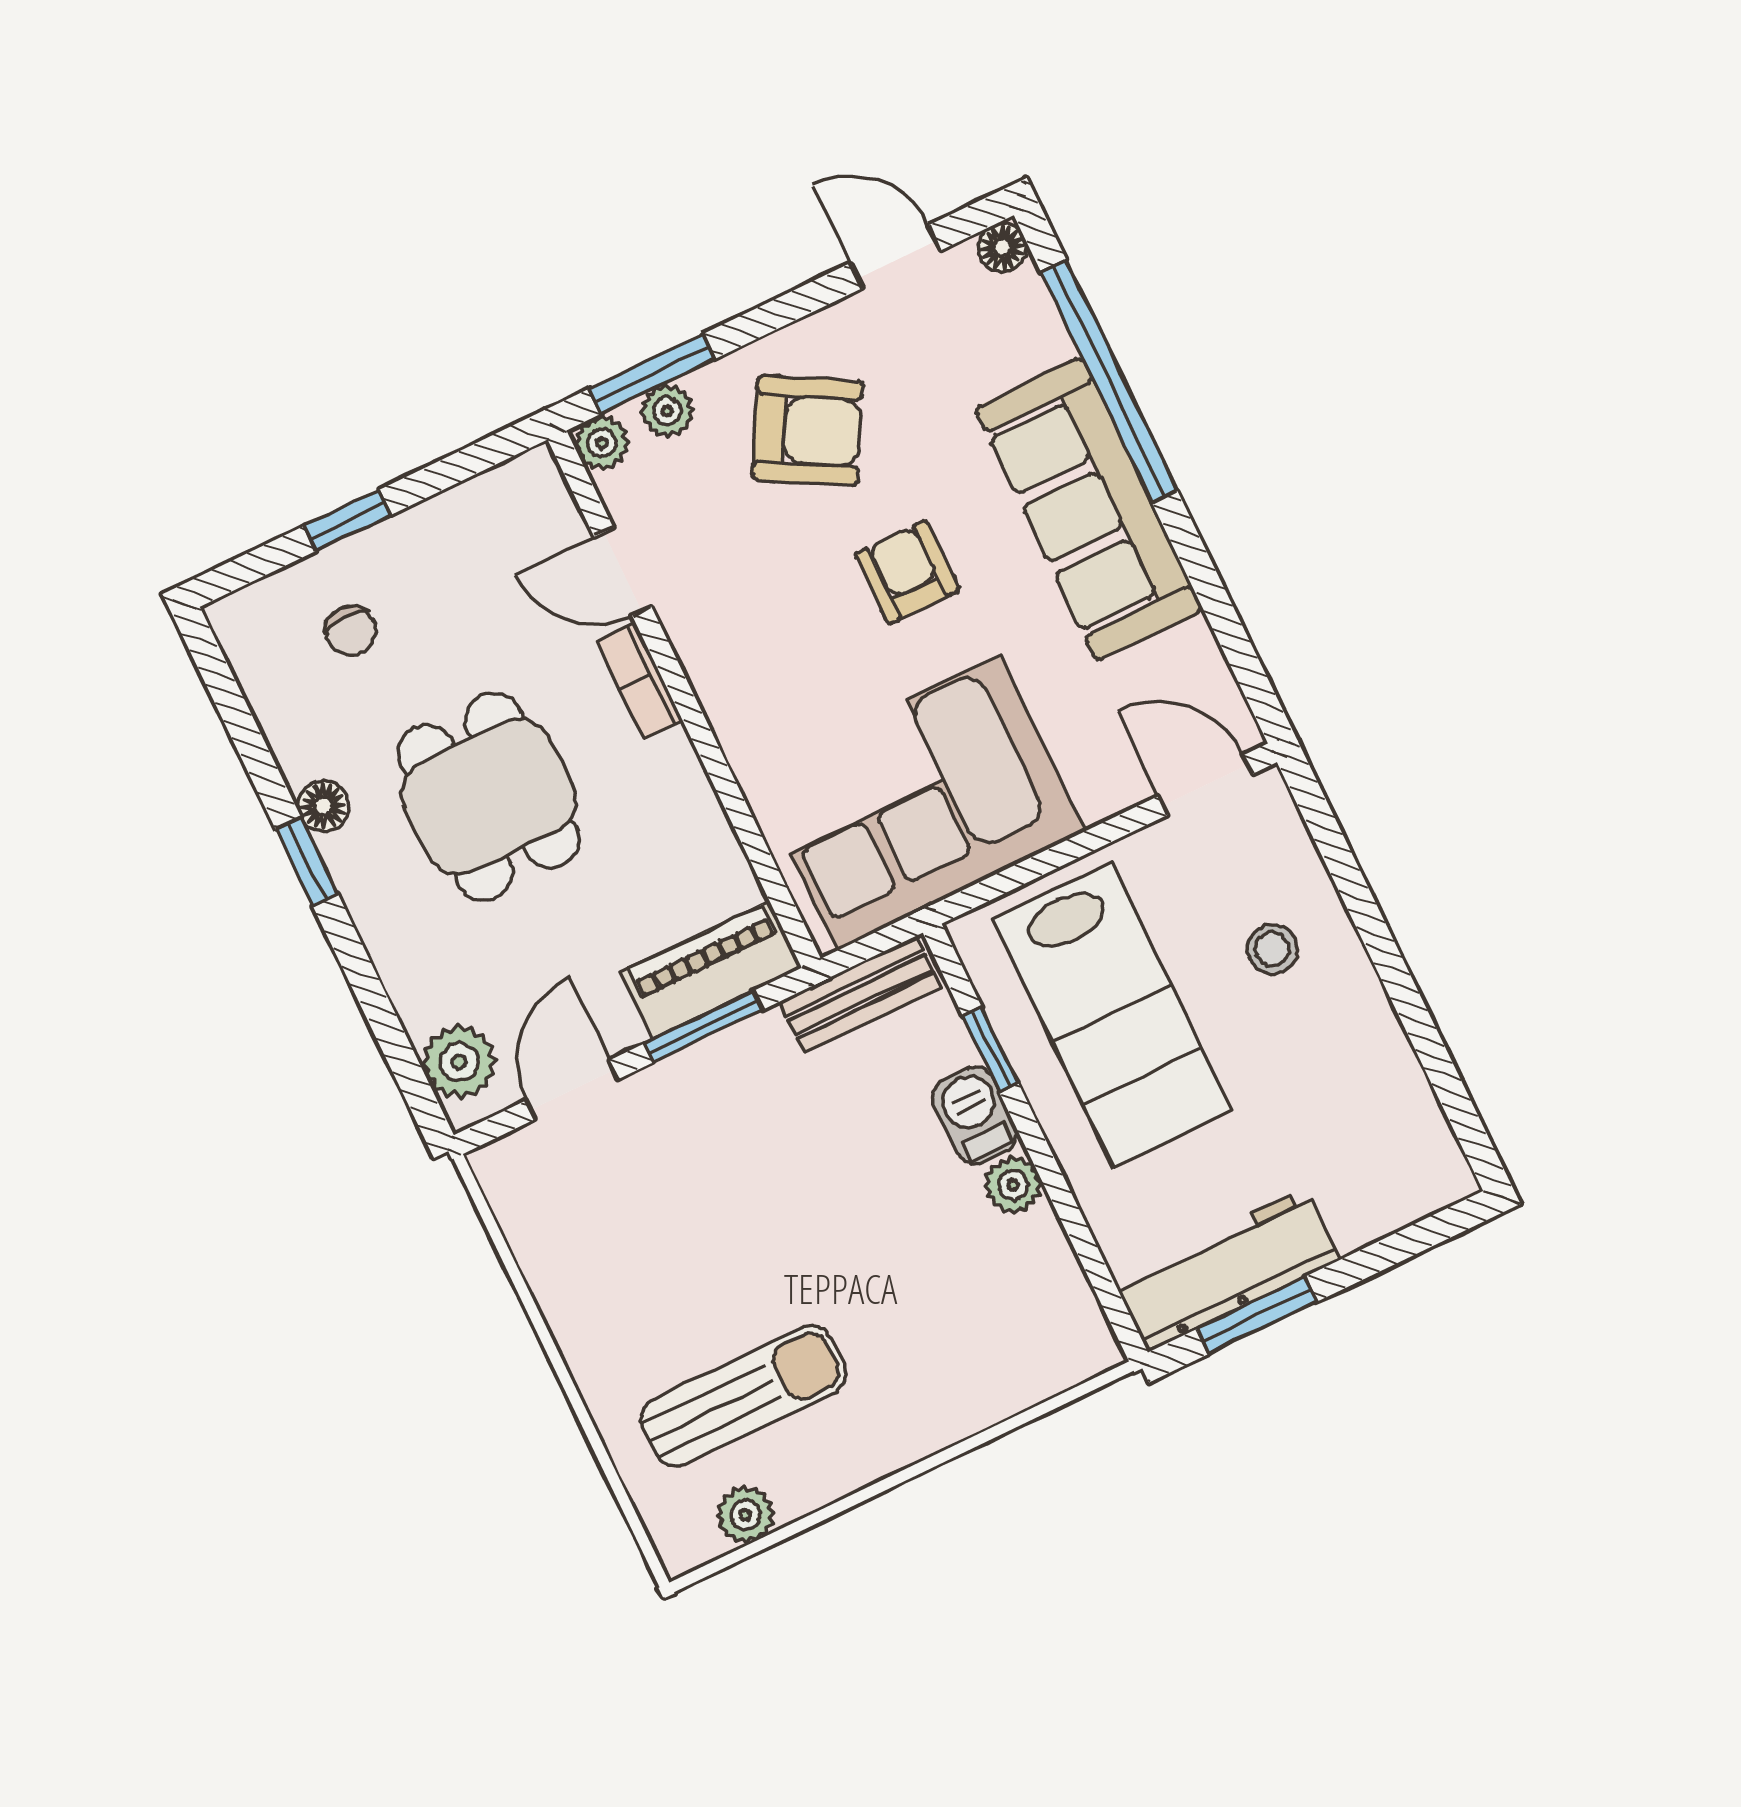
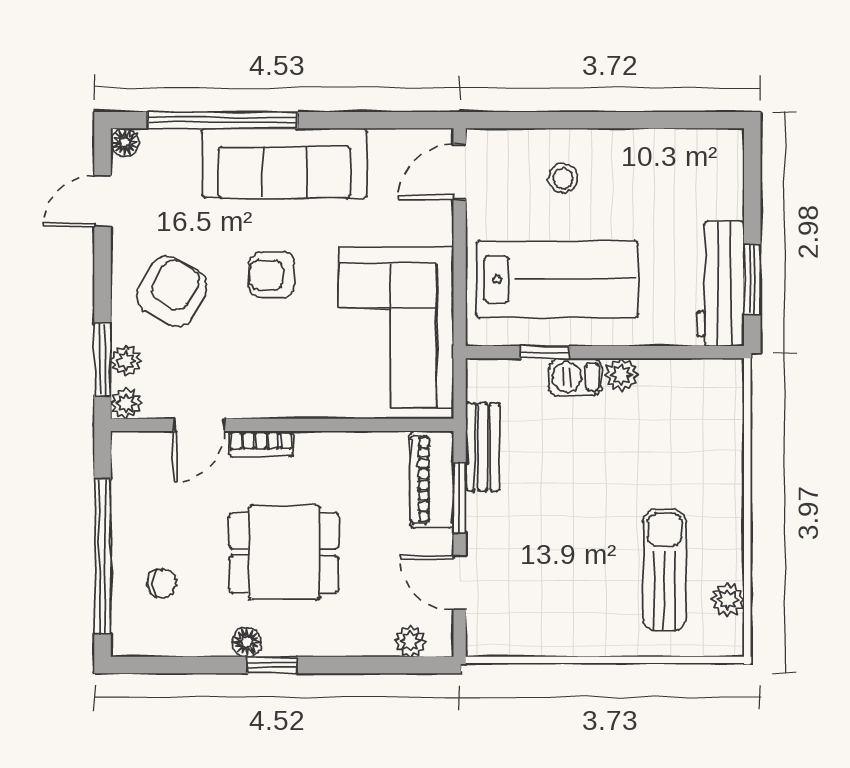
window: (348, 520) -> (102, 557), width x3.17
bench: (860, 995) -> (483, 447), moved
plant: (459, 1062) -> (410, 641), width x0.73, depth x0.73

